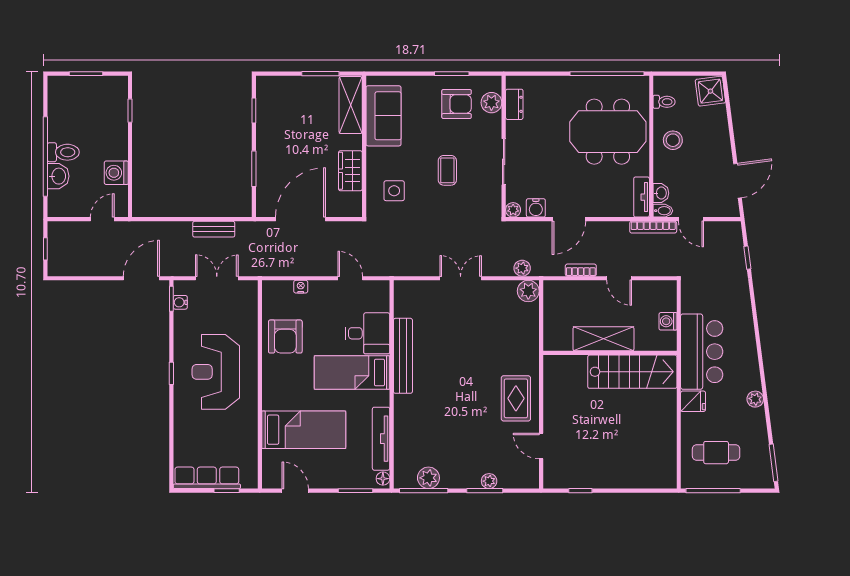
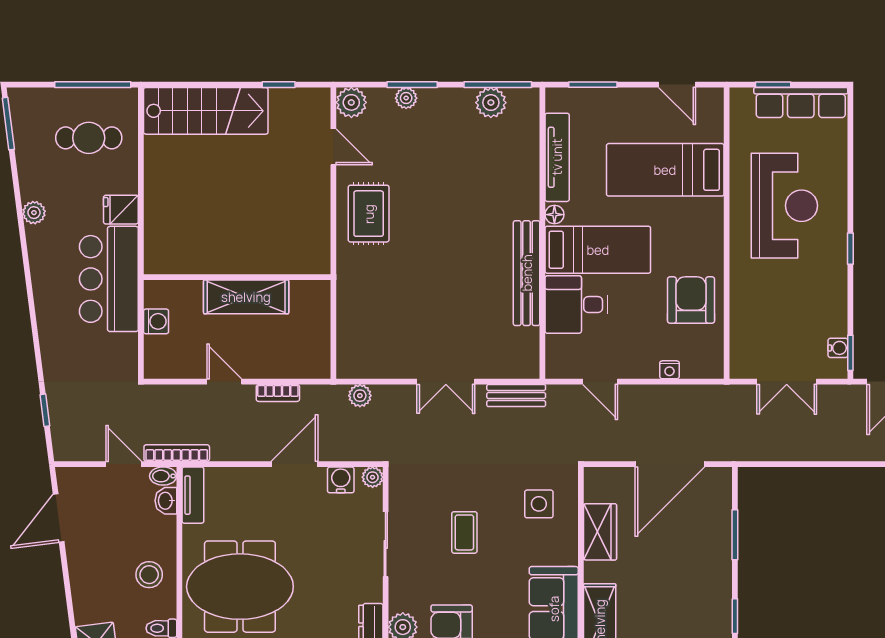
bench: (214, 229) -> (516, 396), moved
plant: (528, 291) -> (351, 102), moved
reception desk: (216, 372) -> (784, 206), moved
stairs: (632, 372) -> (206, 111), moved, turned 180
floor lamp: (383, 479) -> (554, 215), moved

